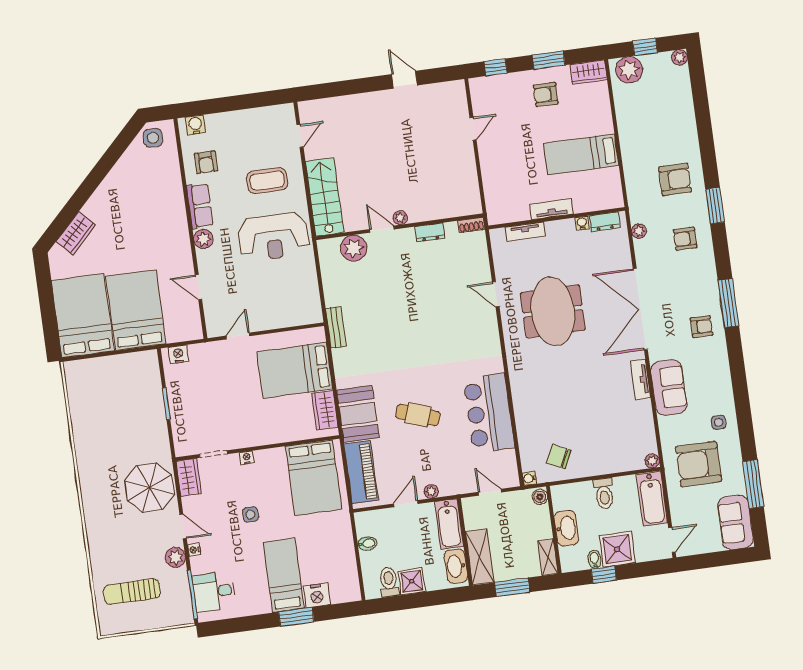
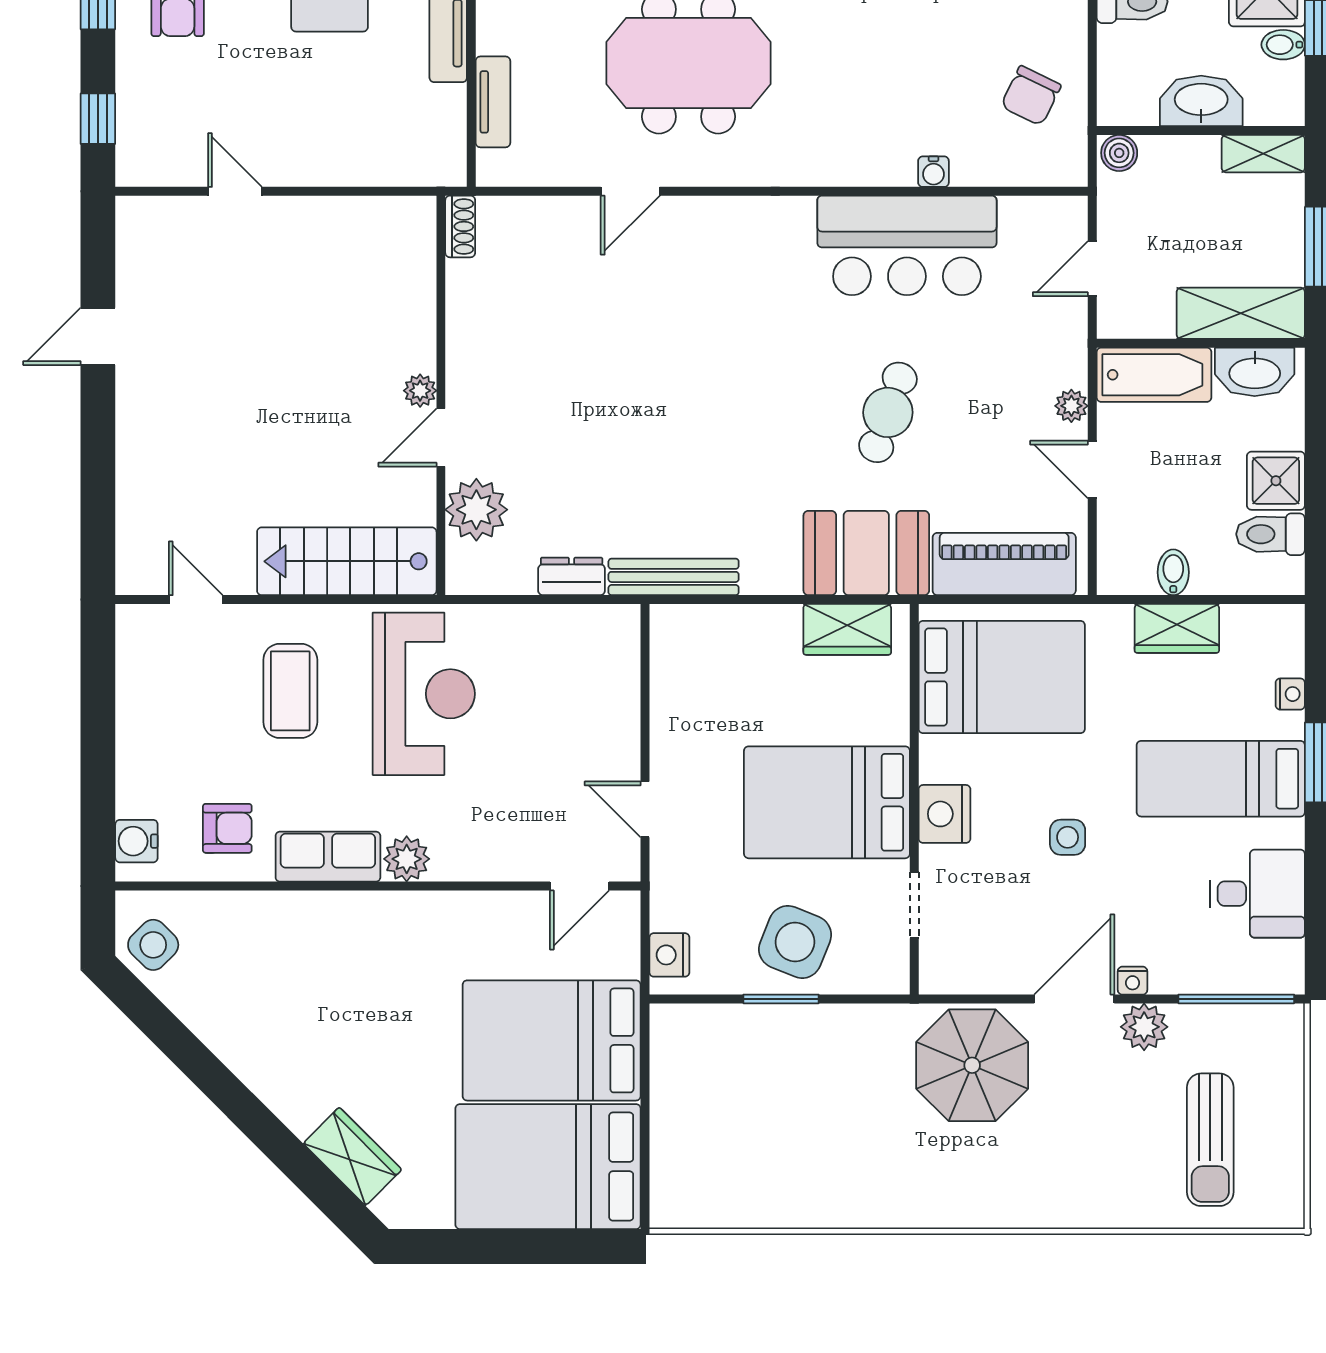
side table: (153, 138) -> (153, 945), turned 45
dresser: (430, 232) -> (572, 576), moved, turned -90
door: (198, 287) -> (580, 886), moved
bench: (336, 327) -> (674, 577), width x1.36
bed: (295, 370) -> (827, 802), moved, turned 90
side table: (191, 406) -> (795, 942), added
nightstand: (247, 458) -> (945, 814), width x1.89, depth x1.79
wardrobe: (189, 477) -> (1177, 628), moved, turned 180
water cooler: (529, 478) -> (933, 172), moved
door: (183, 527) -> (1074, 999), width x1.38
desk: (214, 592) -> (1257, 894), moved, turned -90
nightstand: (317, 595) -> (1290, 694), width x0.53, depth x0.56

